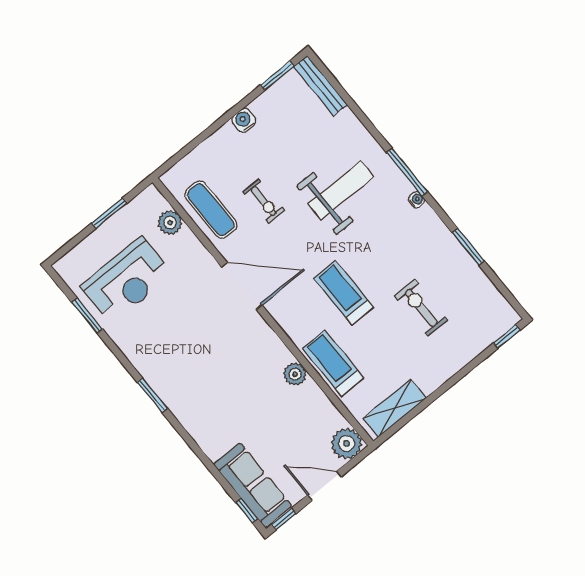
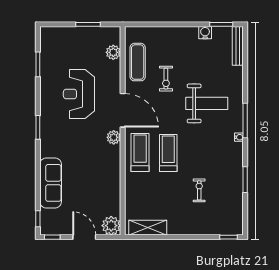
water cooler: (244, 120) -> (205, 33), moved
reception desk: (127, 280) -> (79, 94), moved, turned 90
exercise bike: (421, 308) -> (199, 190), width x0.73, depth x0.72
treadmill: (333, 363) -> (140, 153), moved
plant: (295, 374) -> (114, 137), moved
sofa: (253, 485) -> (51, 183), moved

